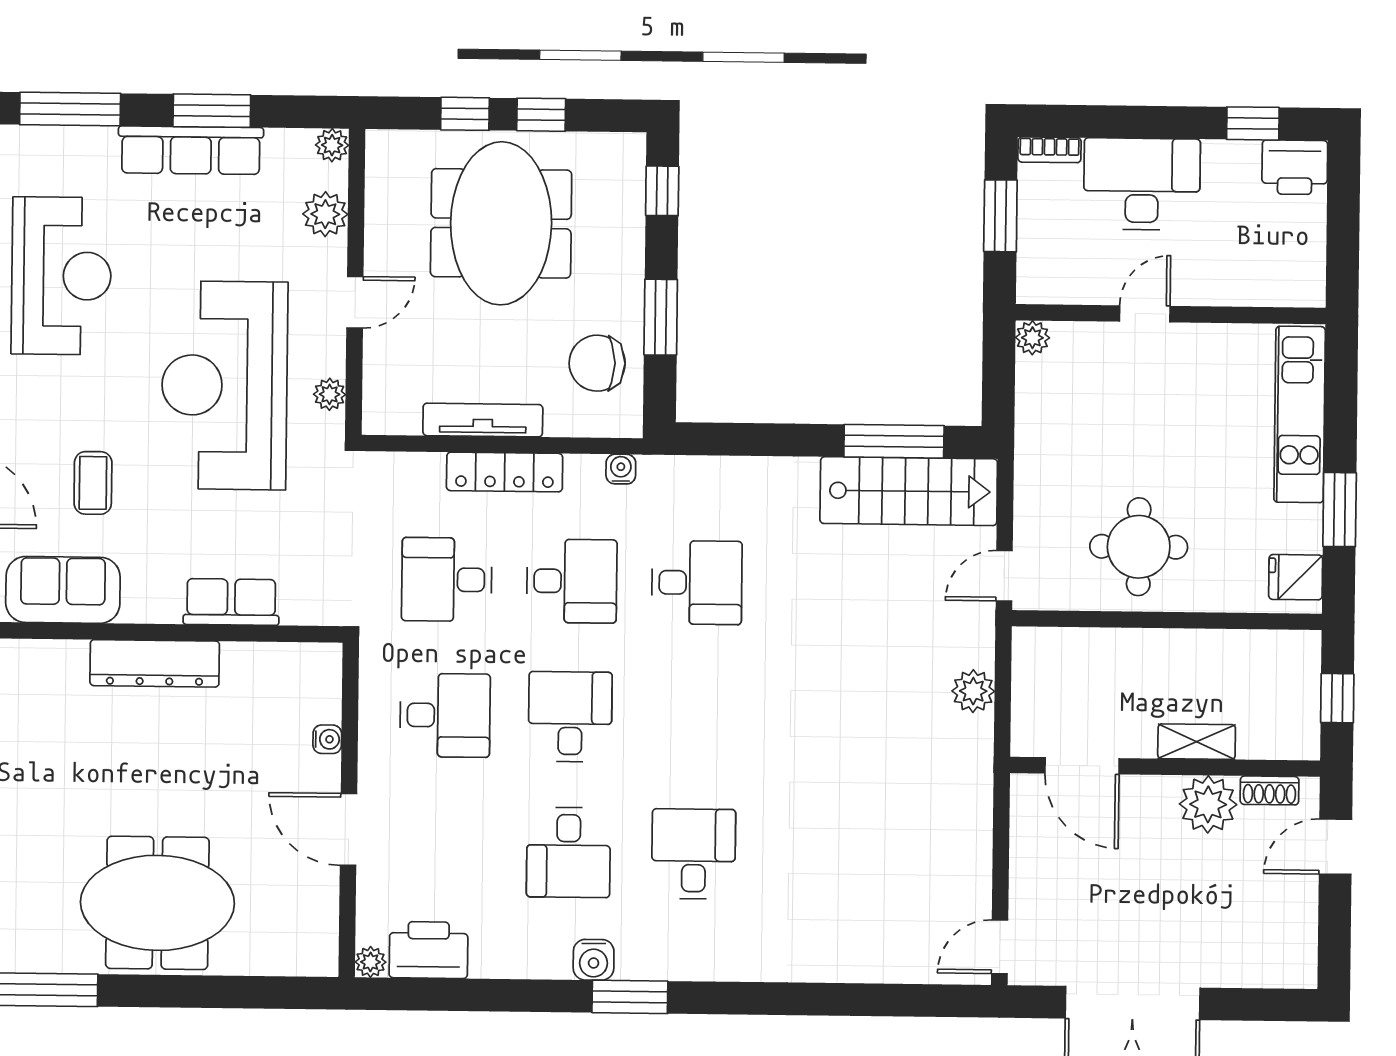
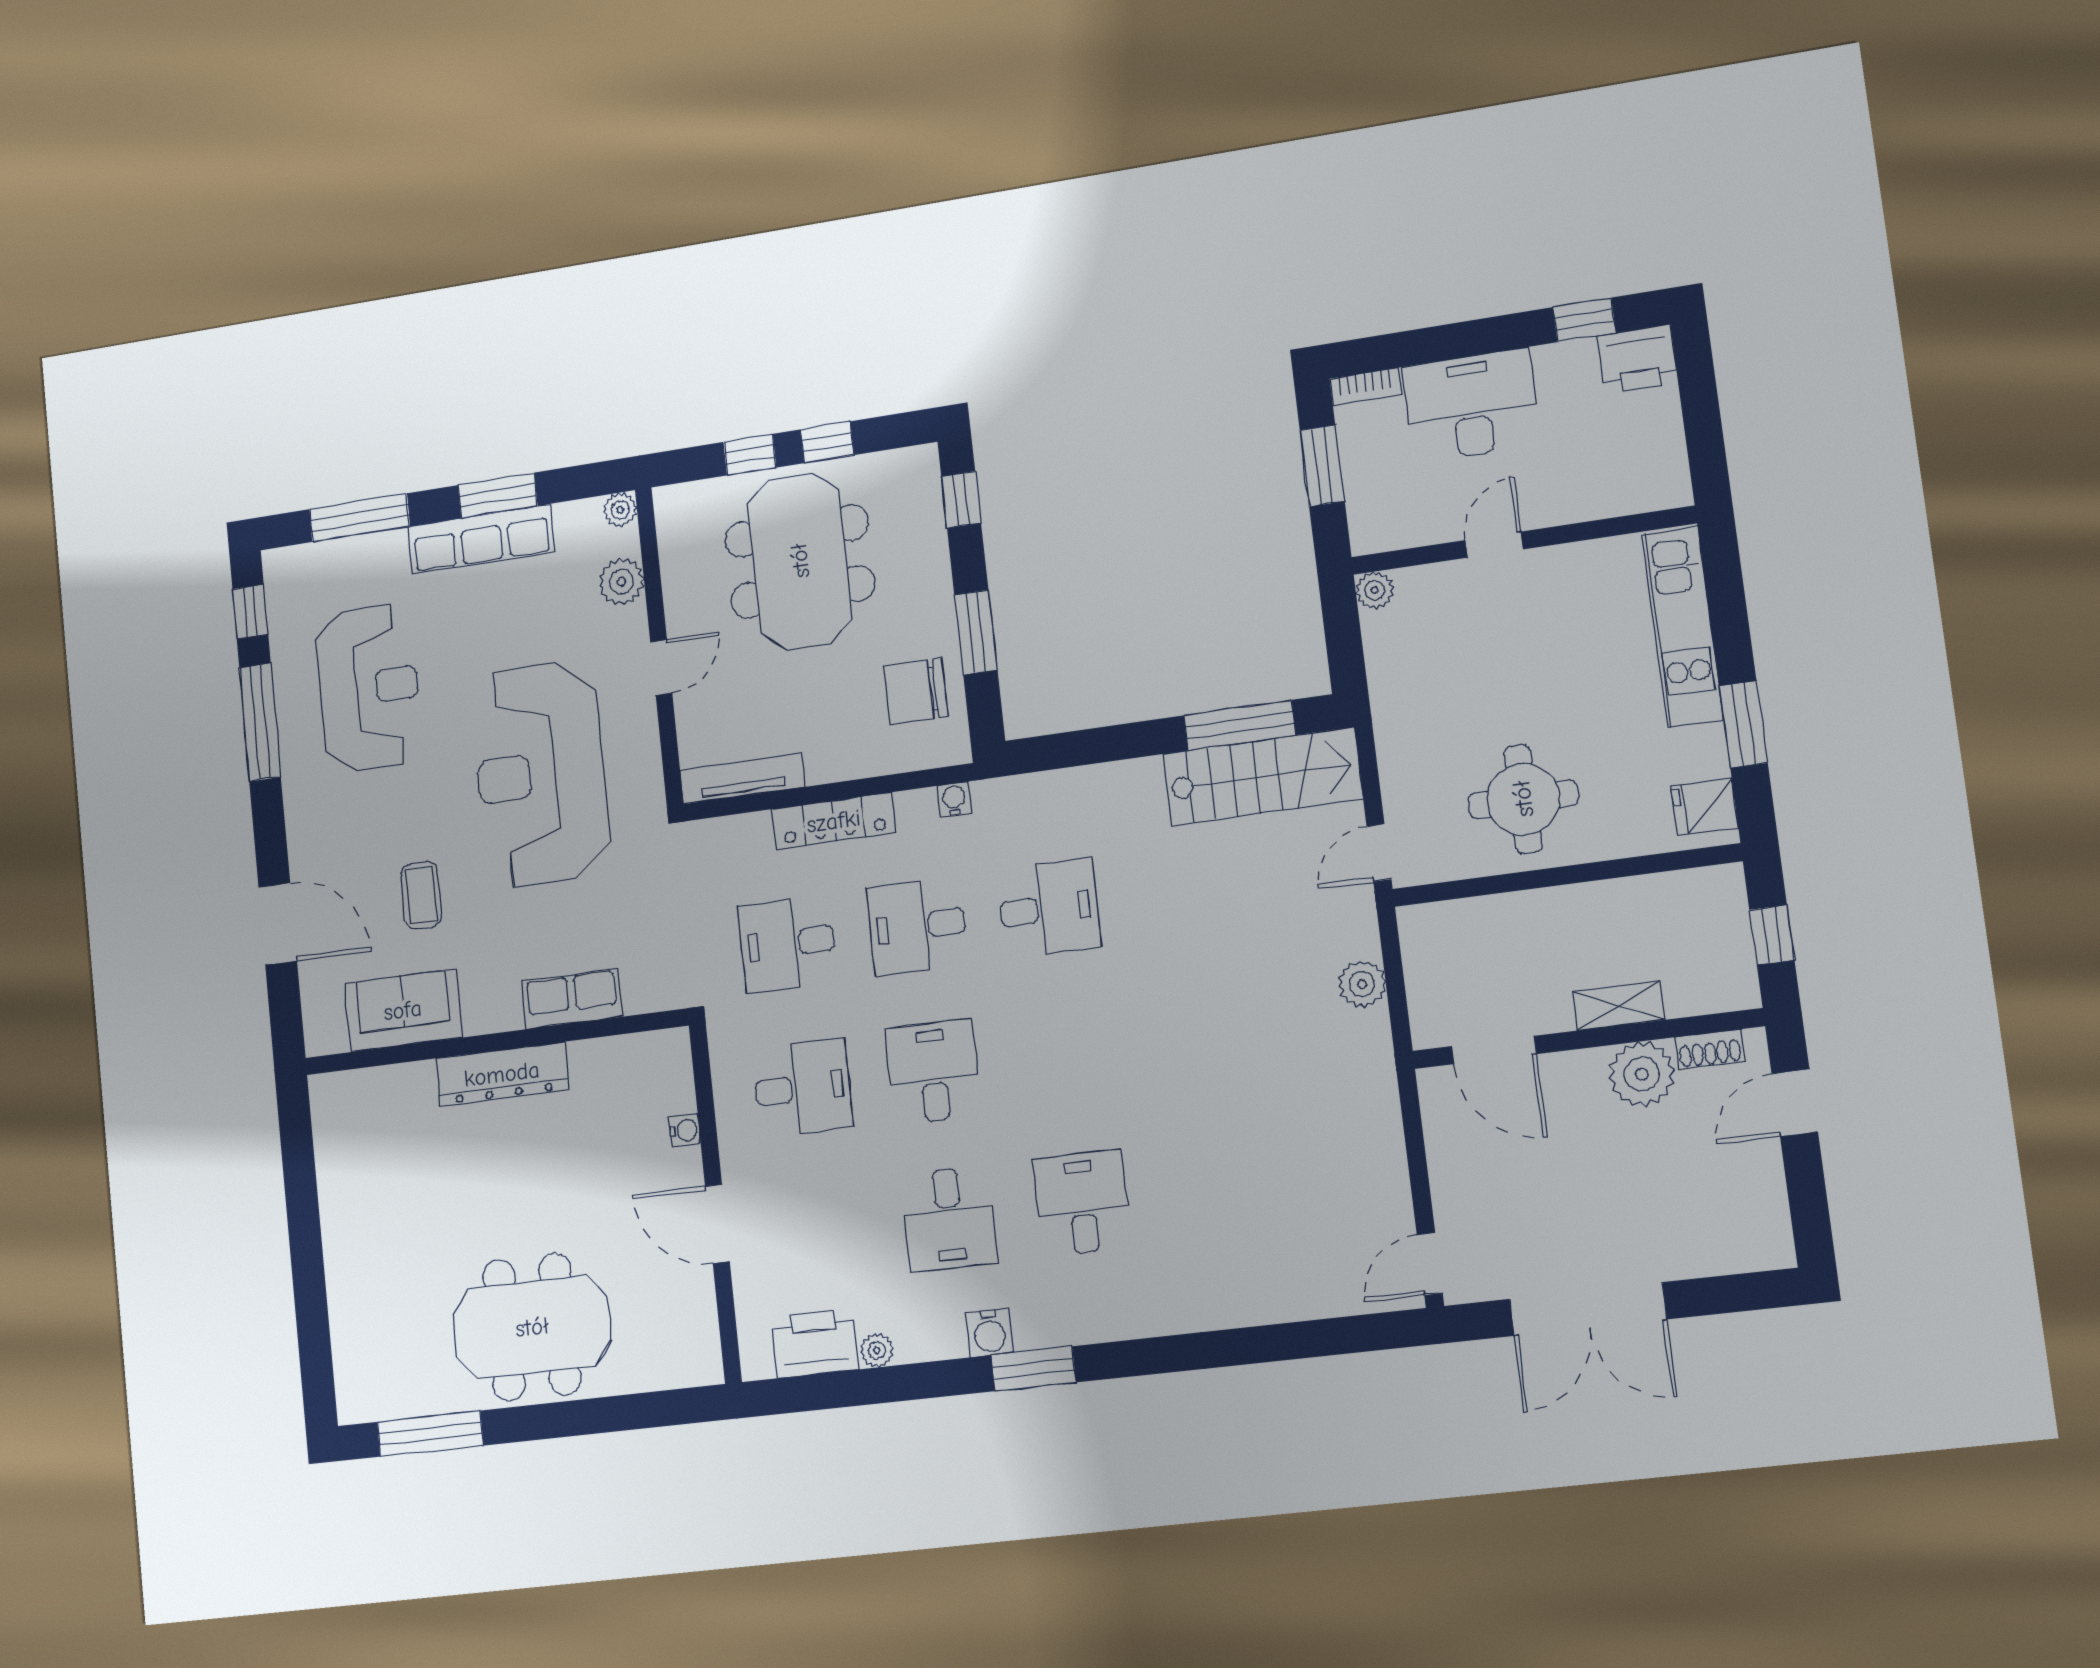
plant: (330, 394) -> (647, 767), removed
tv unit: (483, 420) -> (742, 779), moved
desk: (572, 581) -> (917, 926), turned 180
plant: (370, 962) -> (877, 1350), moved

